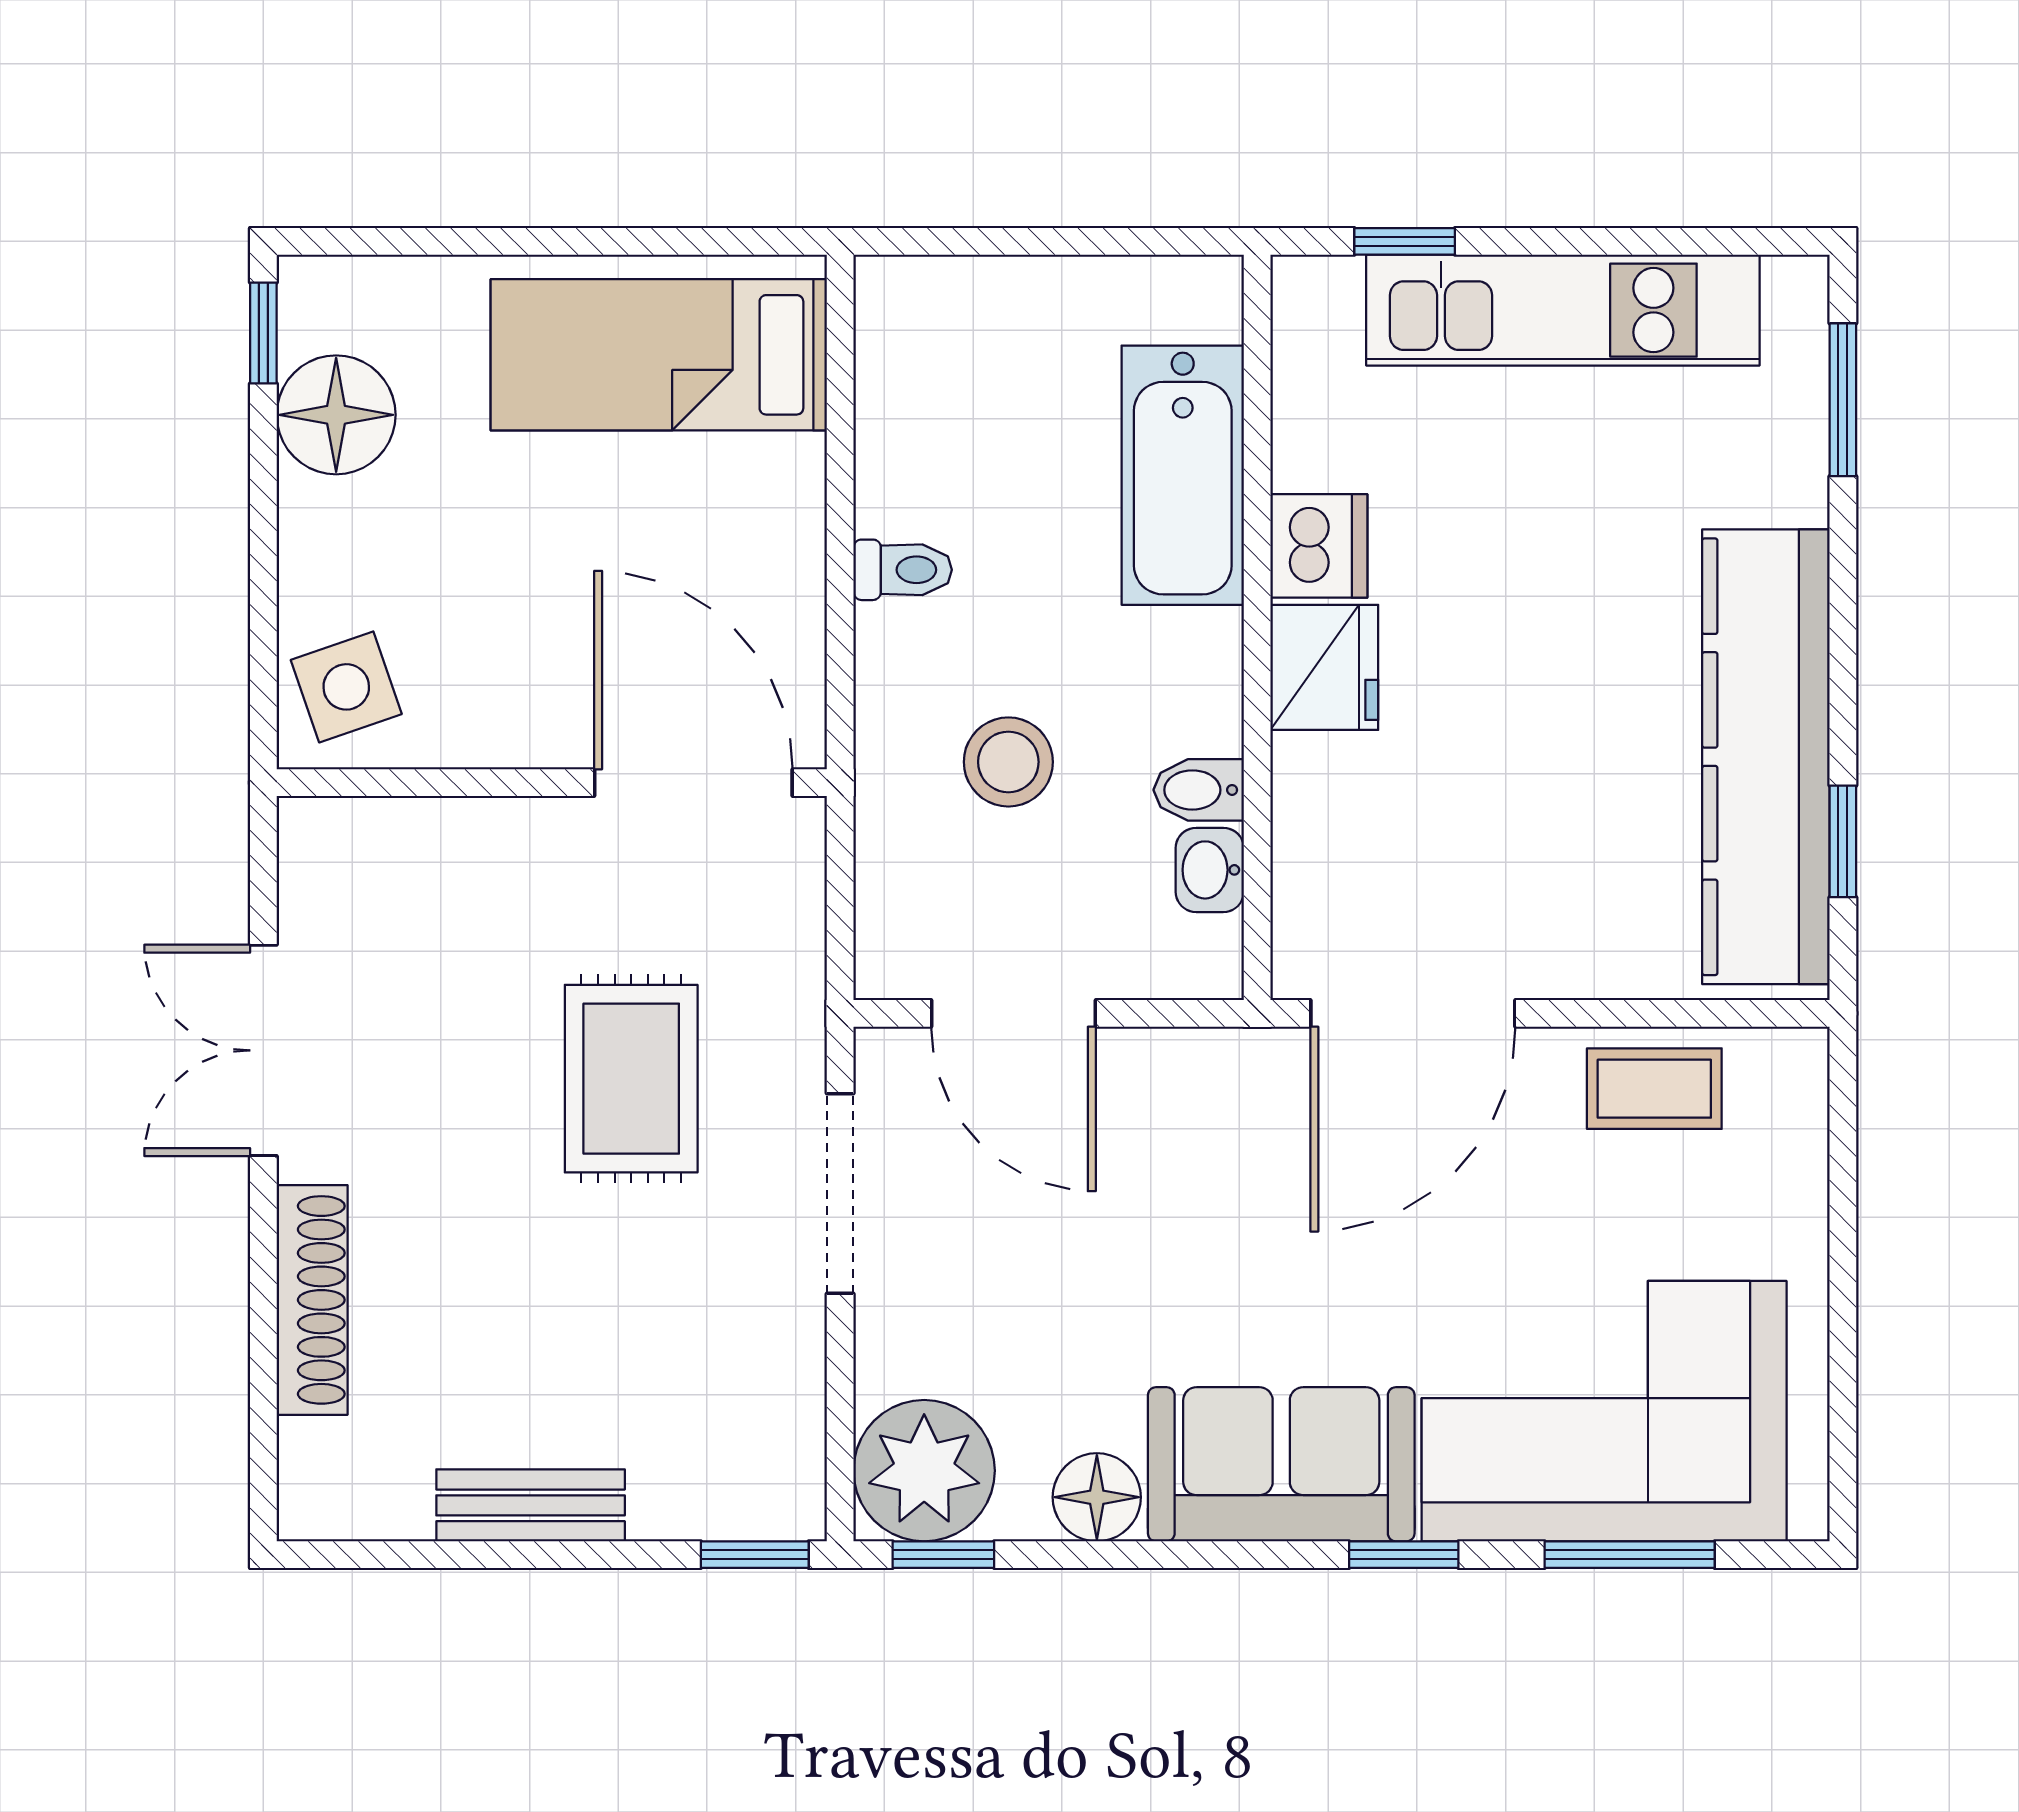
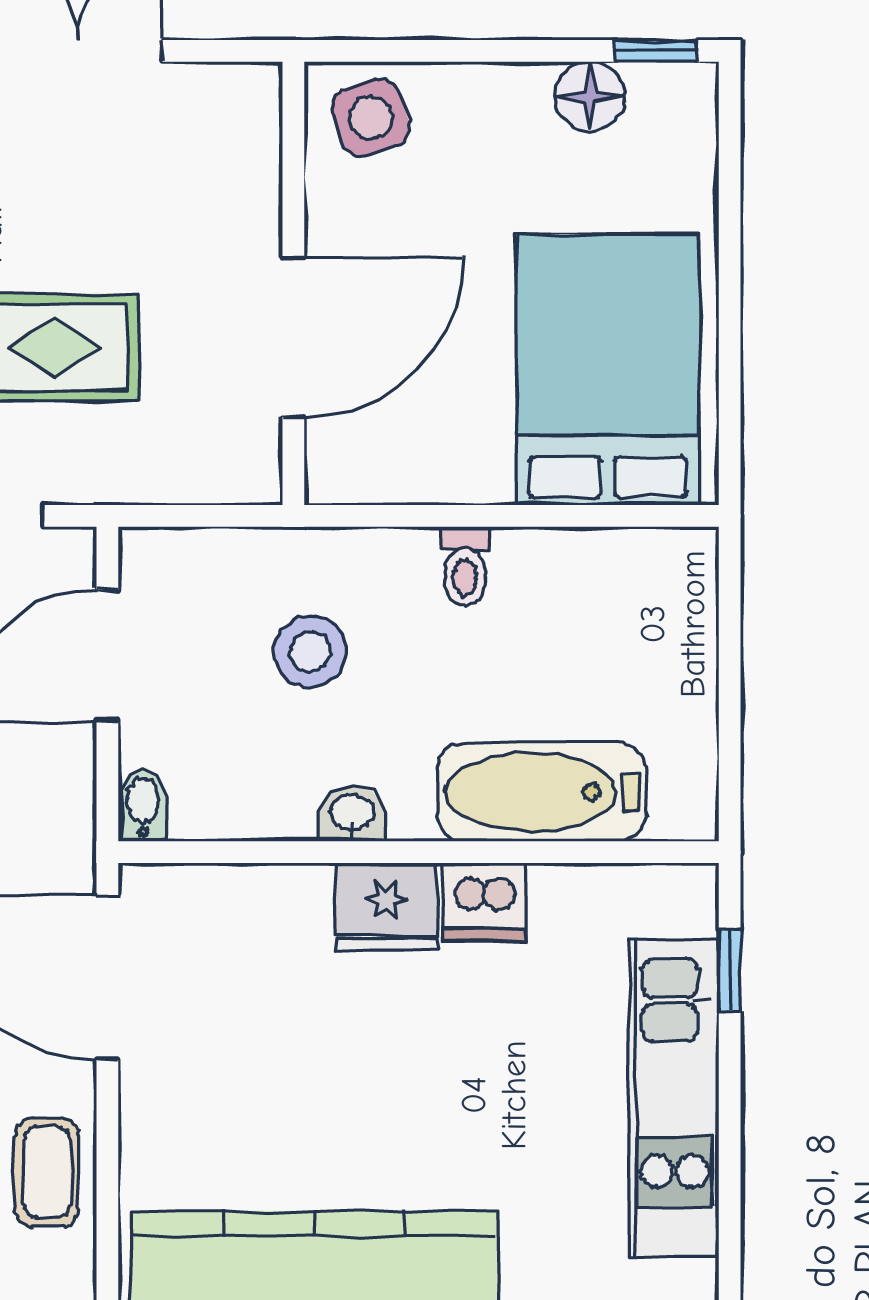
bed: (659, 355) -> (608, 370), width x1.50
floor lamp: (336, 415) -> (590, 97), width x0.73, depth x0.73
door: (693, 783) -> (293, 337), moved
bidet: (1199, 790) -> (143, 805), moved
washbasin: (1210, 870) -> (352, 814), moved

